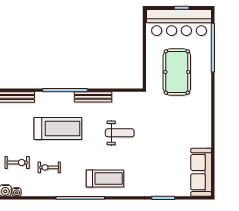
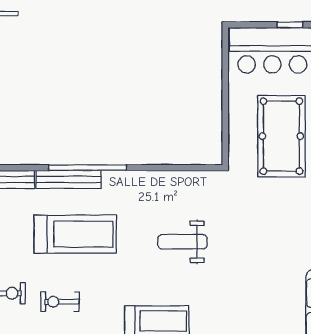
bench: (93, 97) -> (69, 179), moved
weight bench: (120, 133) -> (182, 242), turned 180

